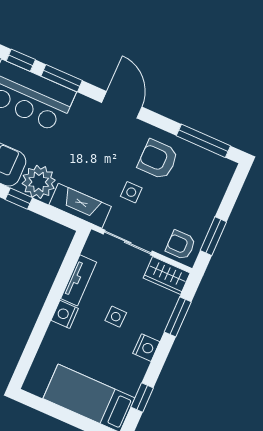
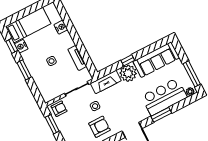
window: (21, 60) -> (181, 105), removed
wardrobe: (167, 275) -> (52, 94), removed
nightstand: (65, 314) -> (61, 27), moved
window: (178, 317) -> (24, 70), moved
nightstand: (146, 348) -> (21, 46), moved

